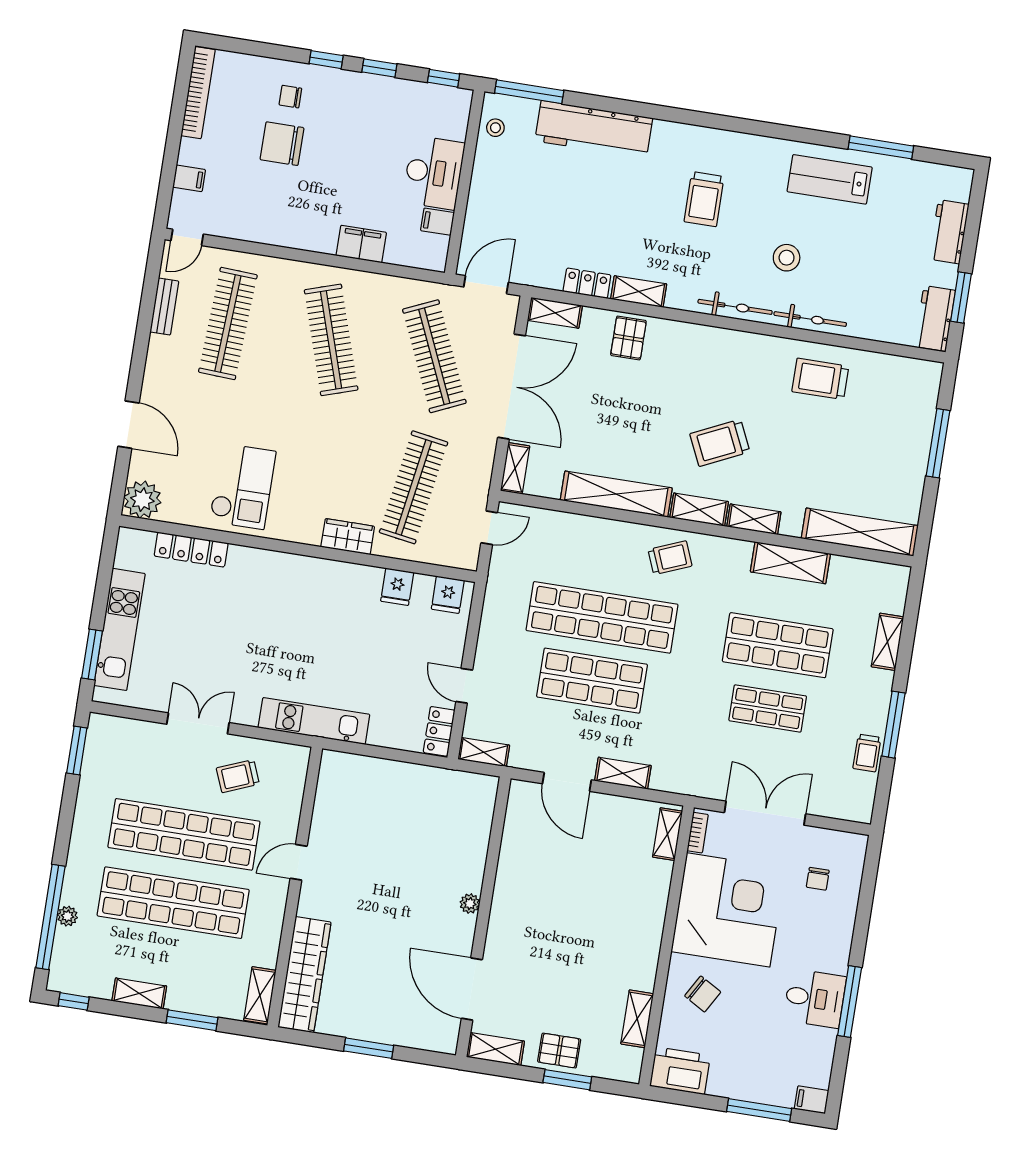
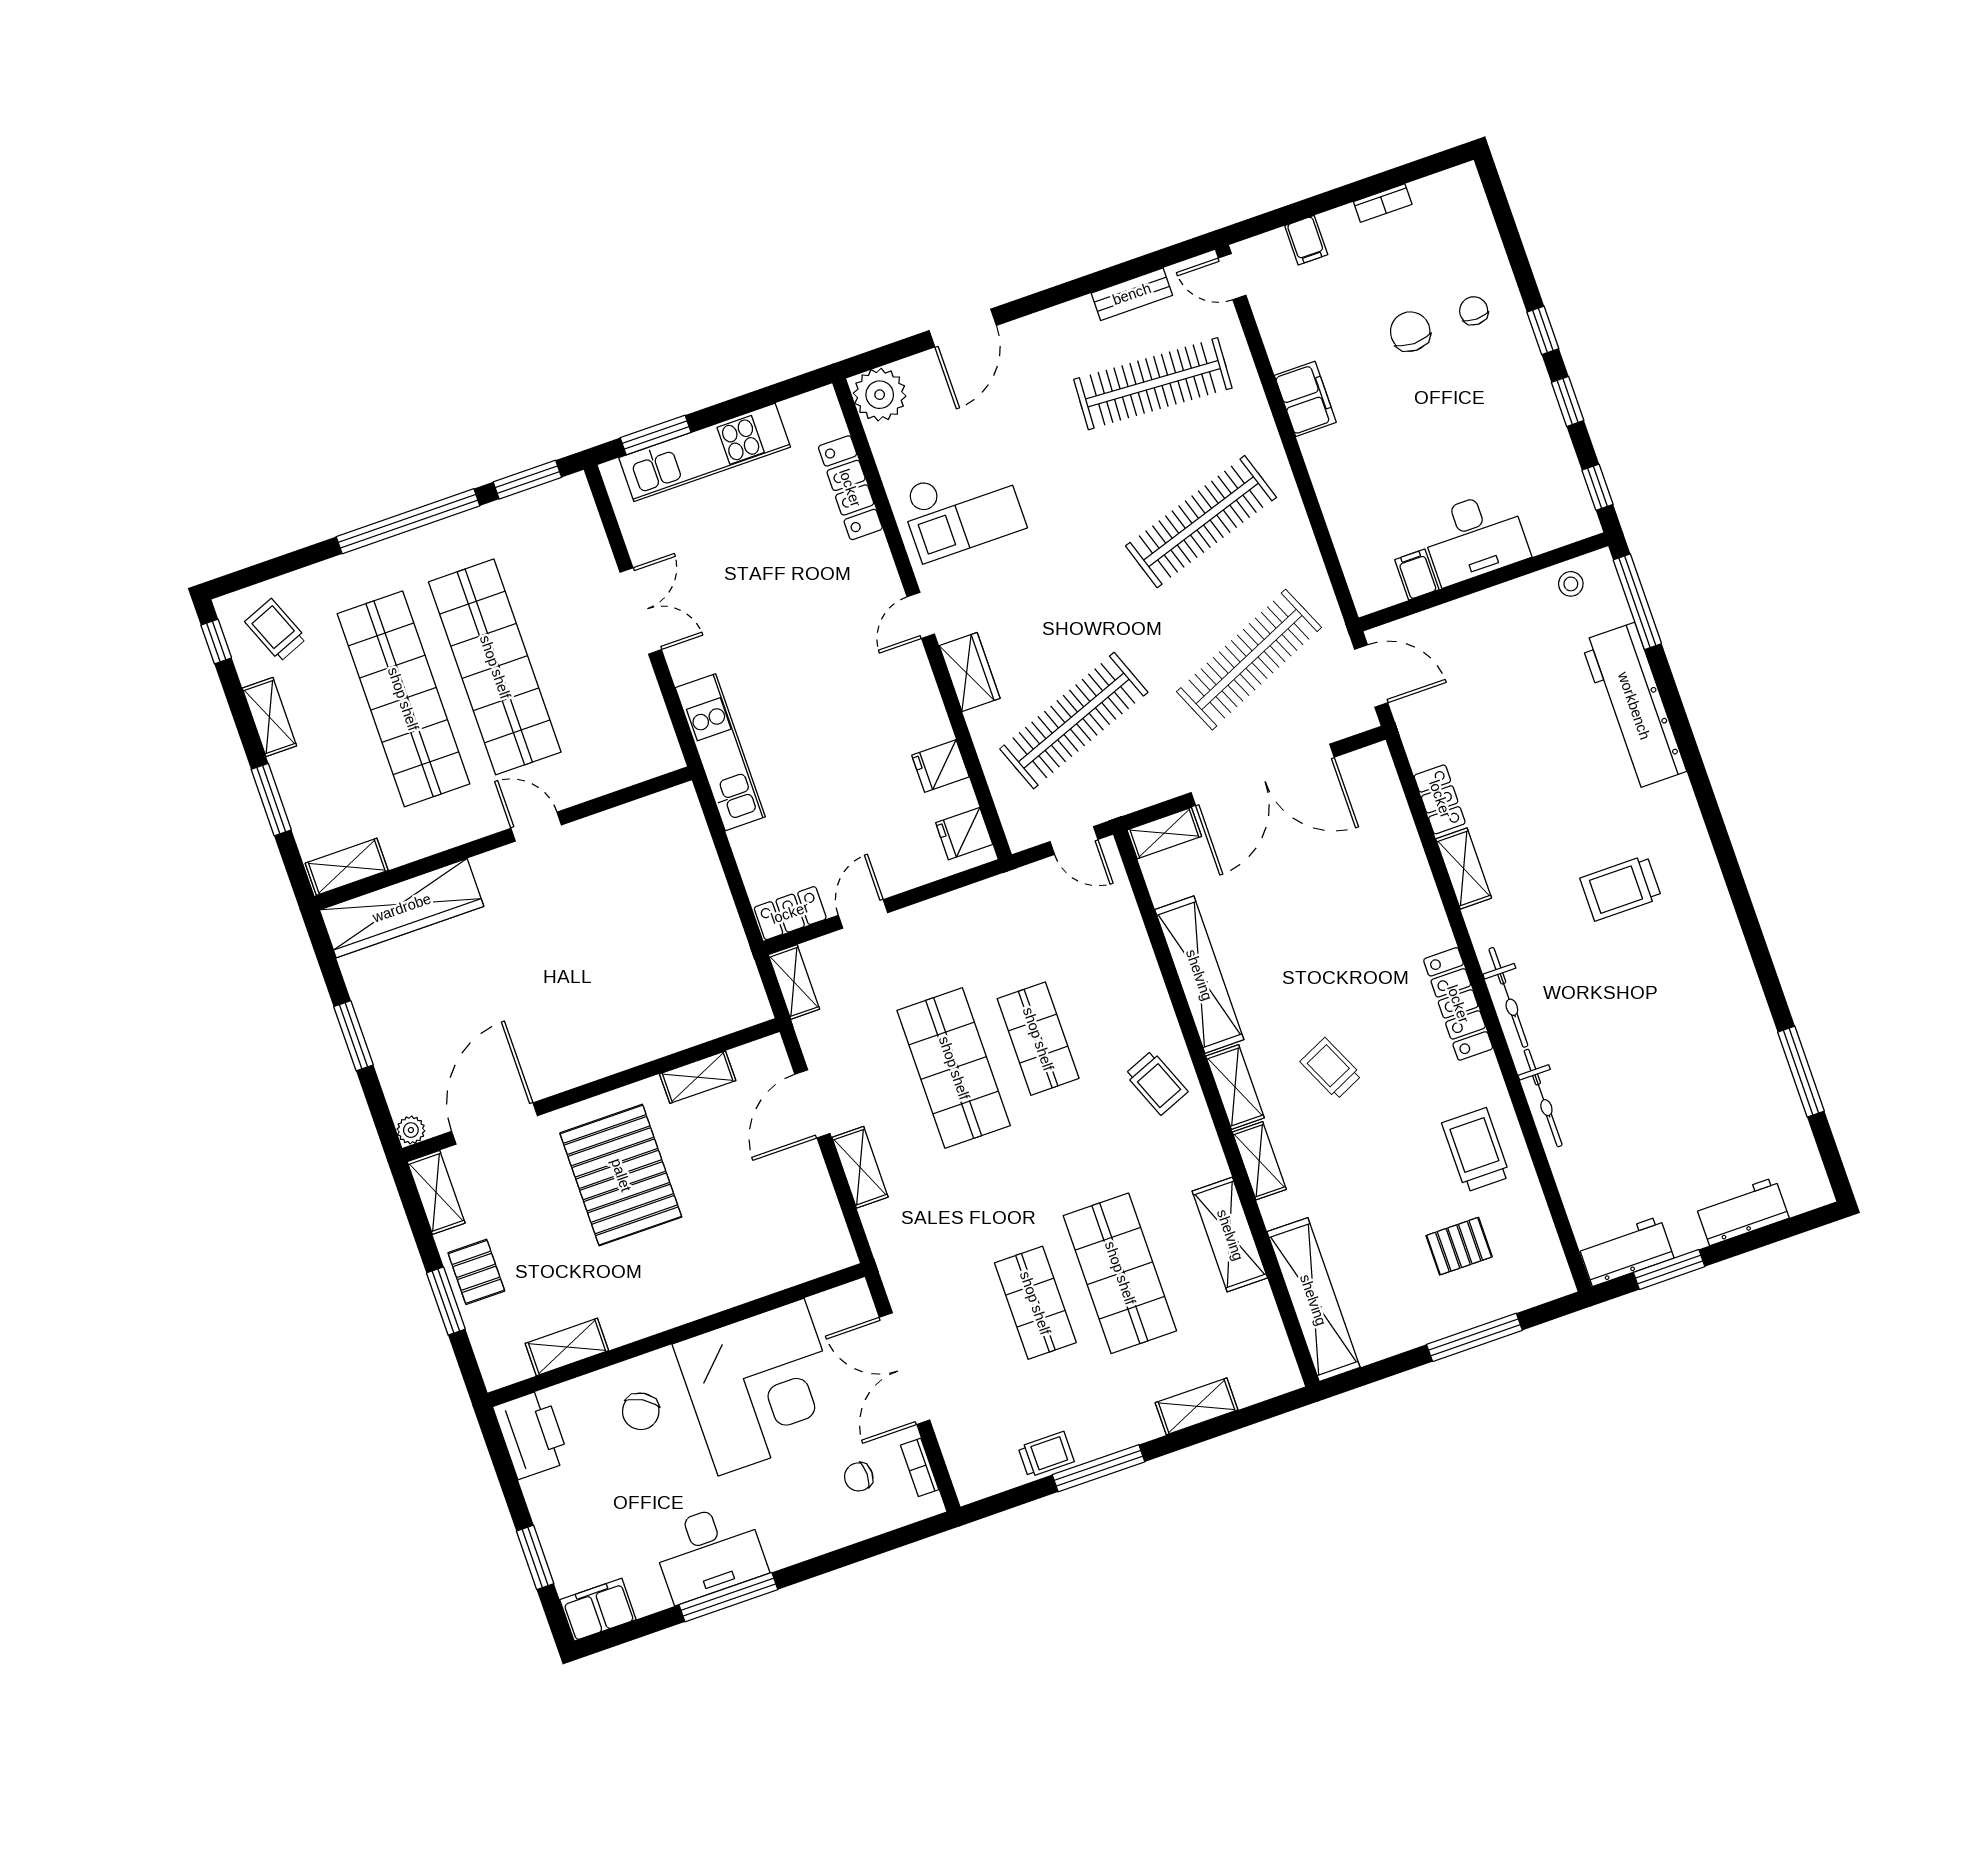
bookcase: (198, 93) -> (1383, 203), width x0.43, depth x0.76
chair: (282, 144) -> (1410, 332), width x0.73, depth x0.73
lab bench: (830, 179) -> (1728, 1030), removed
filing cabinet: (361, 244) -> (1305, 399), moved
stool: (787, 258) -> (1603, 1028), removed
shelving: (555, 313) -> (1382, 779), removed
pallet: (628, 338) -> (1459, 1246), moved
locker: (722, 341) -> (1458, 1004), added
trolley: (720, 443) -> (1331, 1068), width x0.73, depth x0.72
clothes rail: (414, 487) -> (1074, 721), turned -30
door: (295, 548) -> (921, 615), added
shop shelf: (602, 617) -> (1038, 1039), width x0.50, depth x0.74
trolley: (867, 753) -> (1046, 1454), turned 180
trolley: (238, 776) -> (276, 630), moved
double door: (765, 813) -> (905, 1369), swing flipped
bookcase: (698, 833) -> (920, 1467), moved, turned 90
shelving: (668, 834) -> (698, 1077), moved
plant: (470, 904) -> (411, 1130), moved
plant: (68, 916) -> (317, 578), removed
window: (50, 917) -> (408, 521), moved
pallet: (547, 927) -> (621, 1175), added
desk: (815, 998) -> (709, 1552), width x1.37
filing cabinet: (811, 1100) -> (598, 1610), width x2.00
window: (759, 1110) -> (535, 1557), width x0.69

